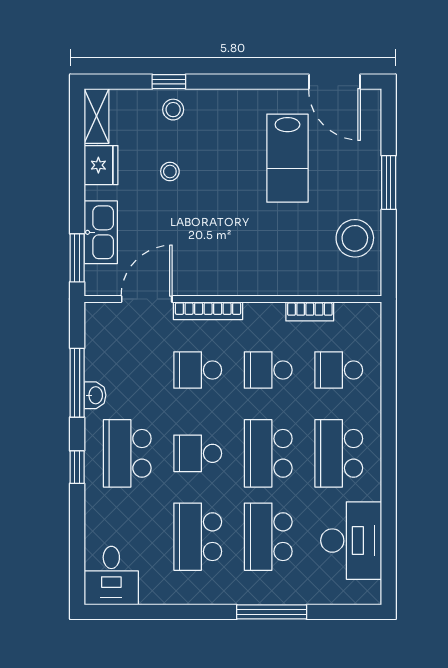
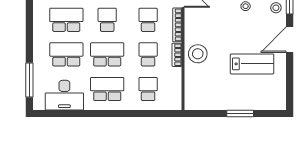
door: (334, 82) -> (290, 40), moved
lab bench: (287, 158) -> (252, 64), turned 180
stool: (355, 238) -> (198, 54), moved
bookcase: (310, 311) -> (177, 55), moved
window: (272, 612) -> (29, 80), moved

